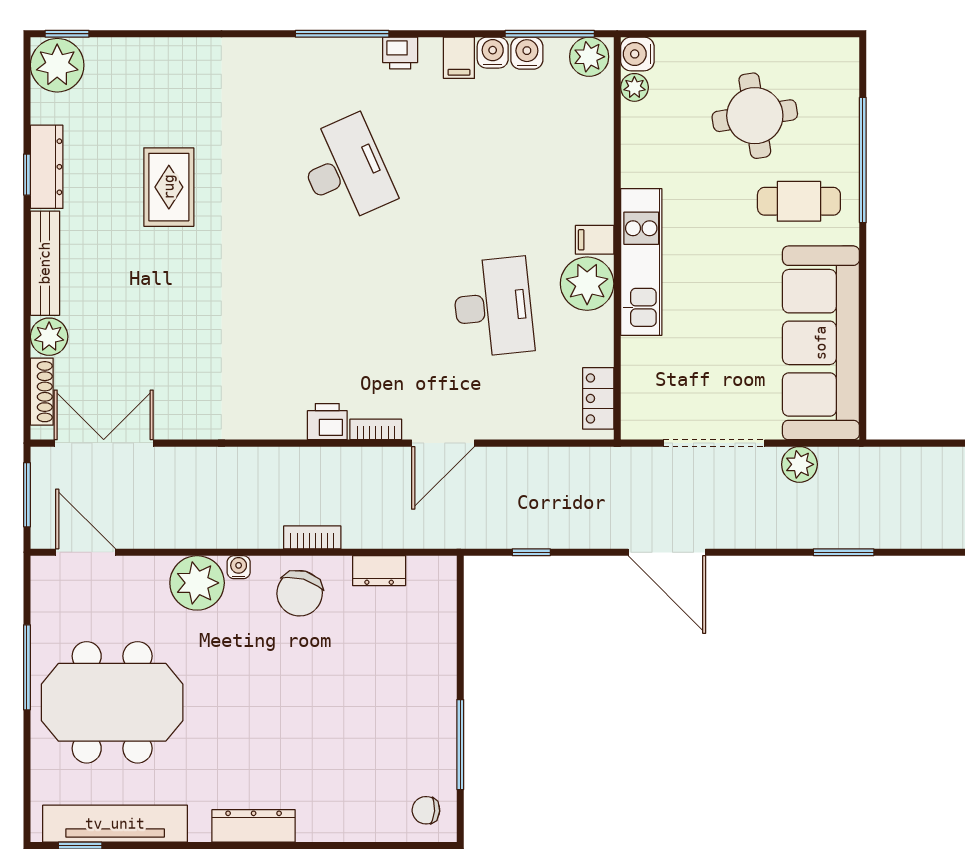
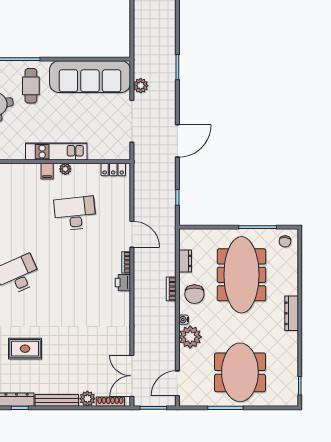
plant: (587, 284) -> (65, 169), width x0.53, depth x0.53
chair: (300, 593) -> (194, 294), turned 74
meeting table: (346, 706) -> (241, 275), added
tv unit: (115, 824) -> (291, 371), removed

